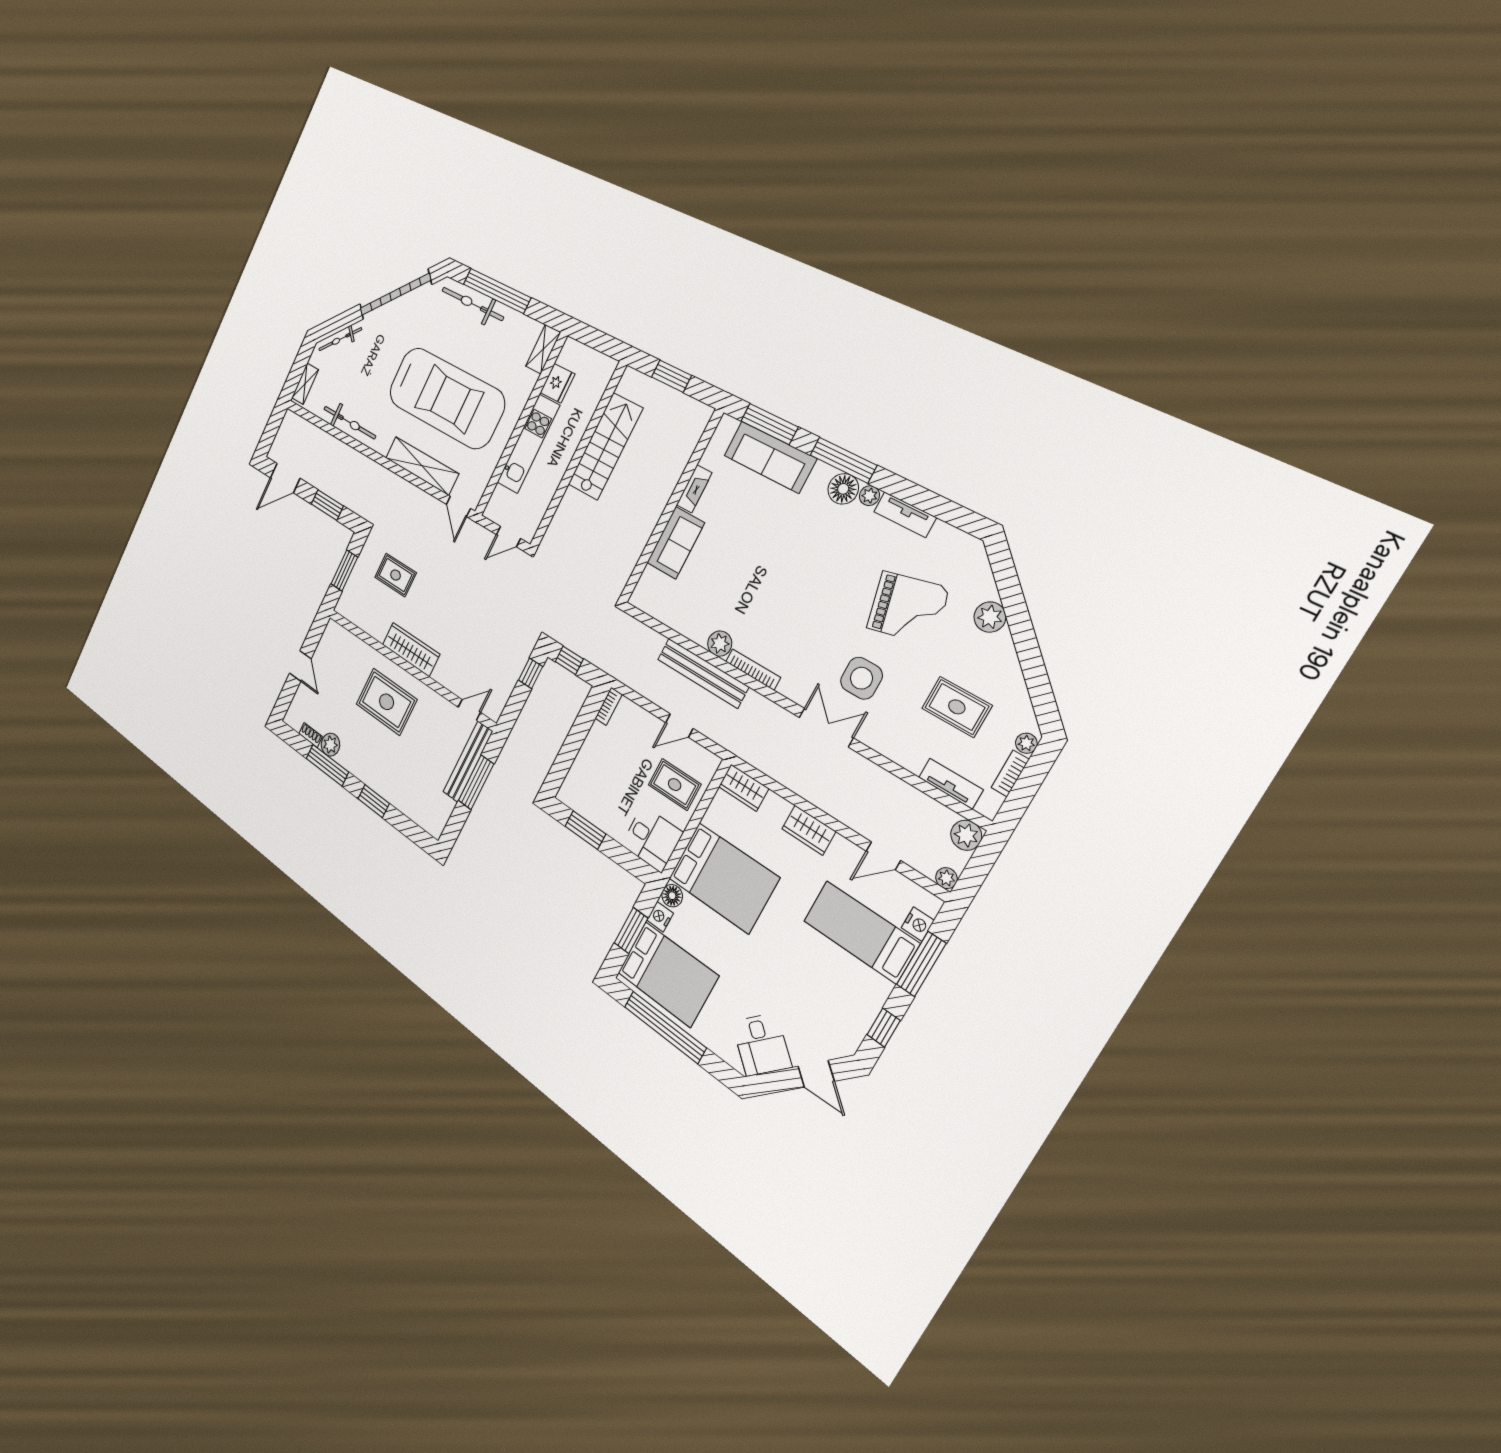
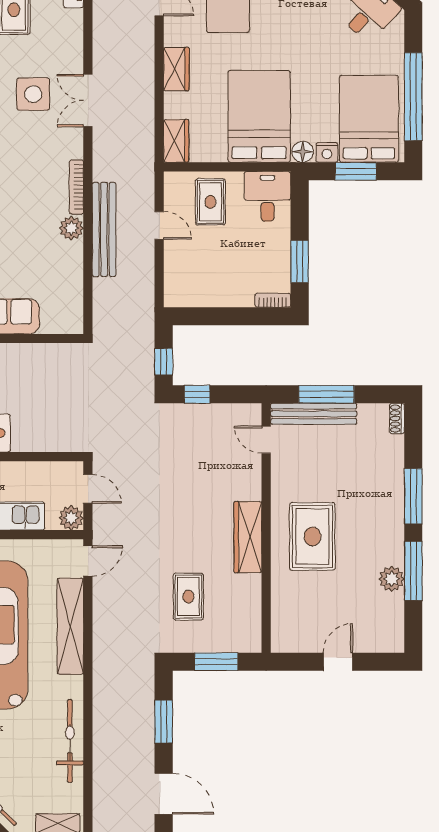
plant: (495, 510) -> (71, 518), added
bookcase: (609, 706) -> (273, 300), moved
shoe rack: (311, 735) -> (397, 418), moved
window: (374, 801) -> (413, 496), width x1.44

